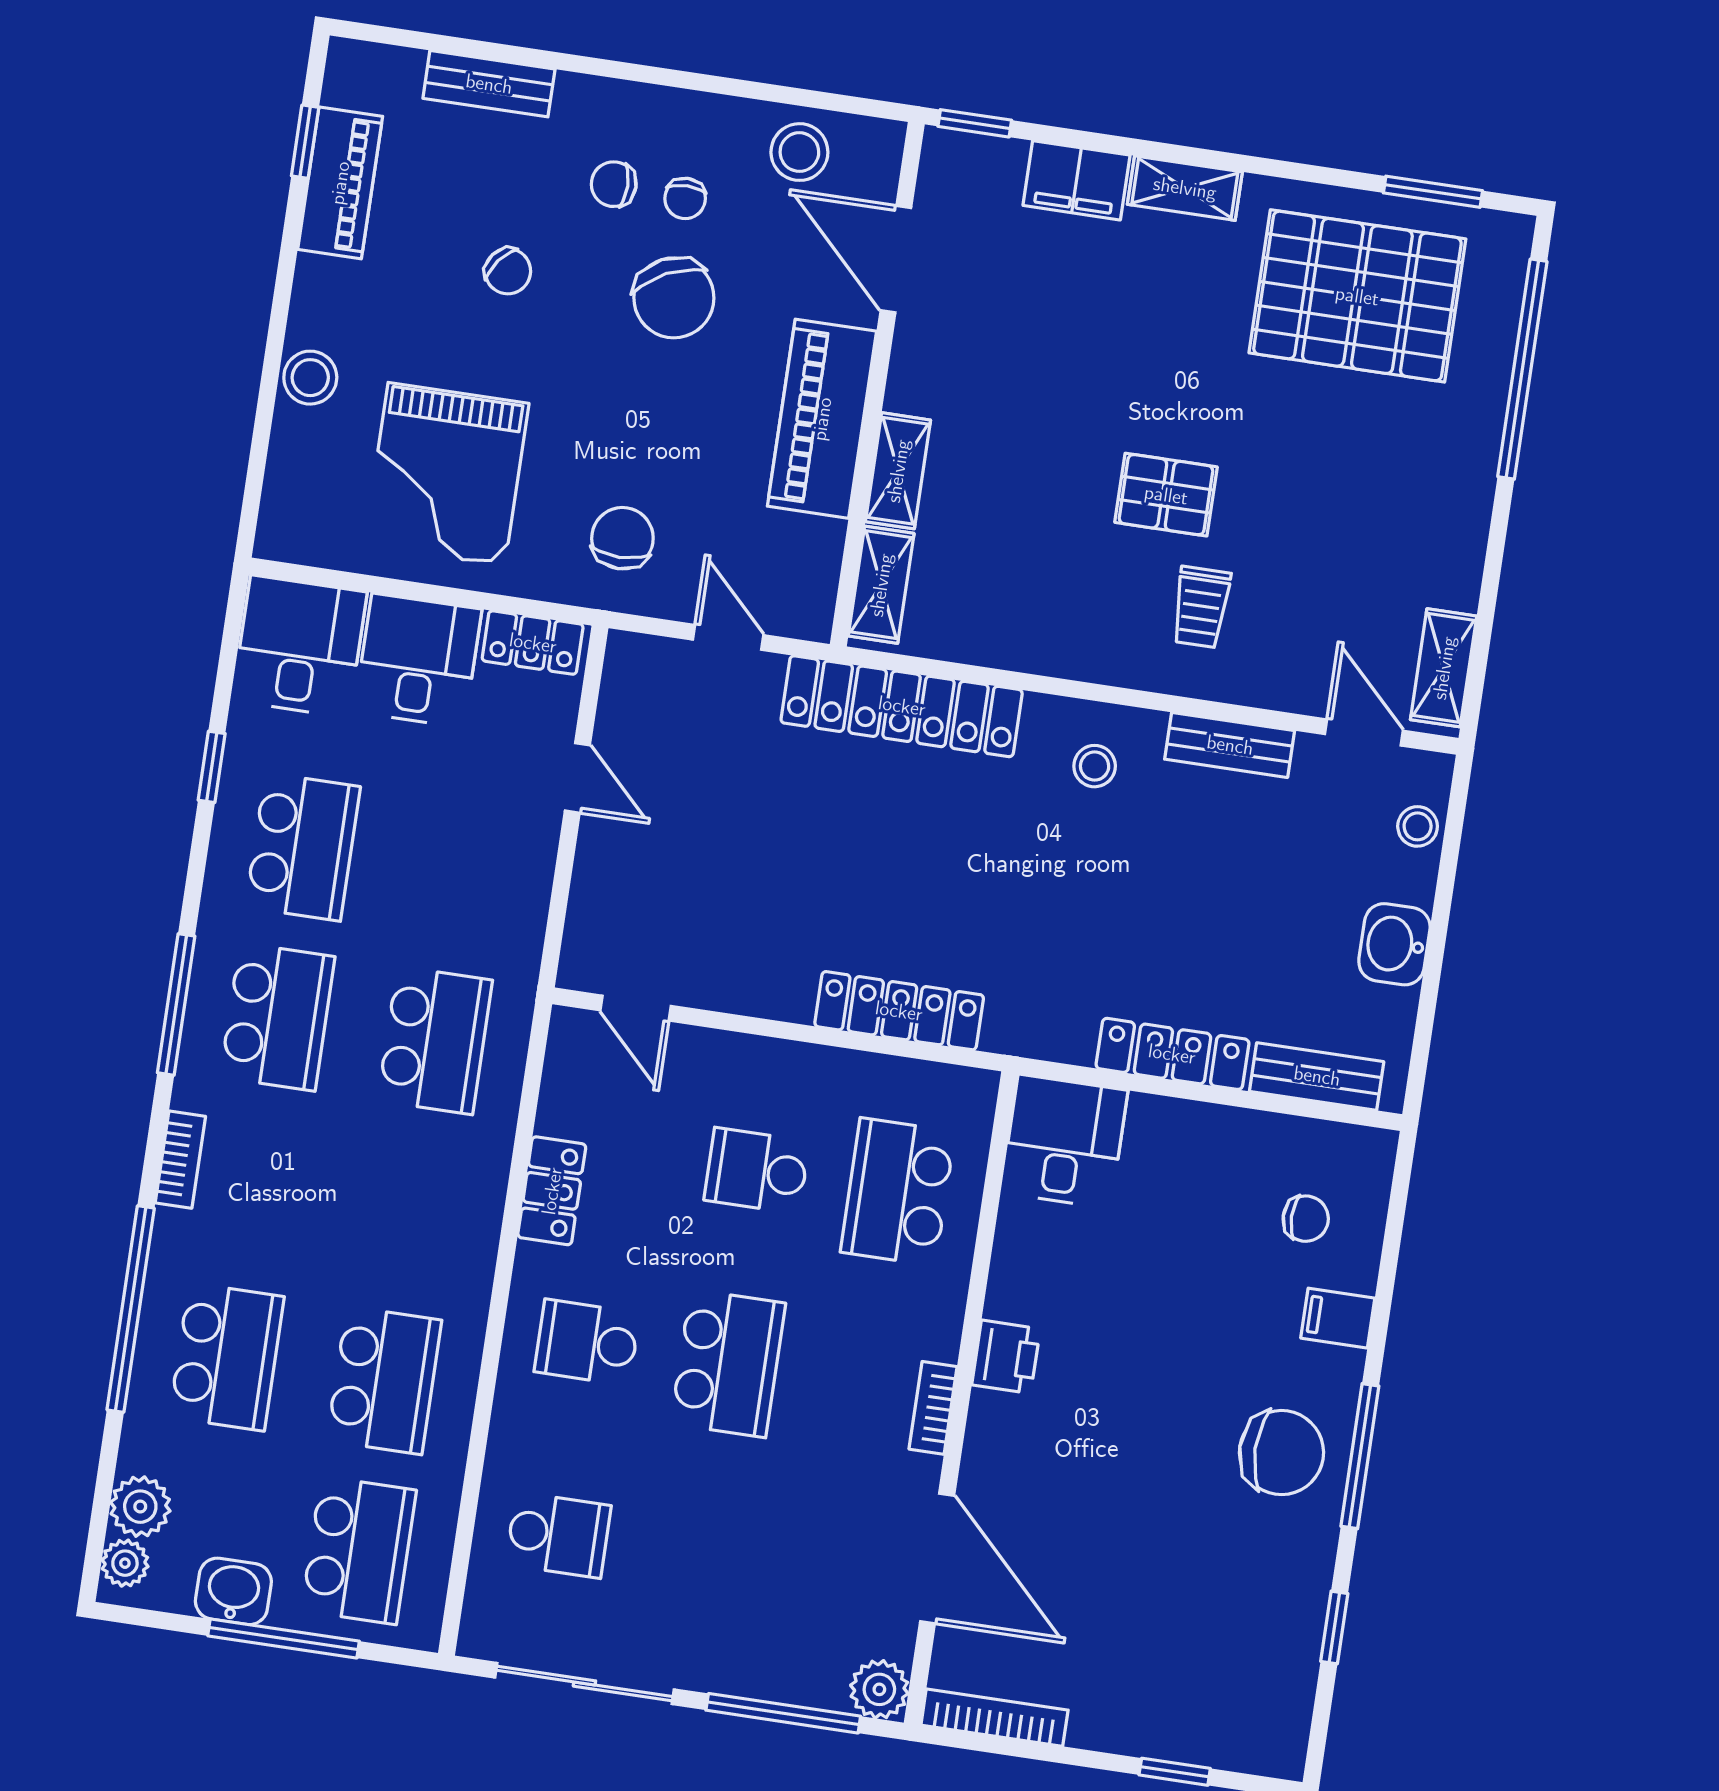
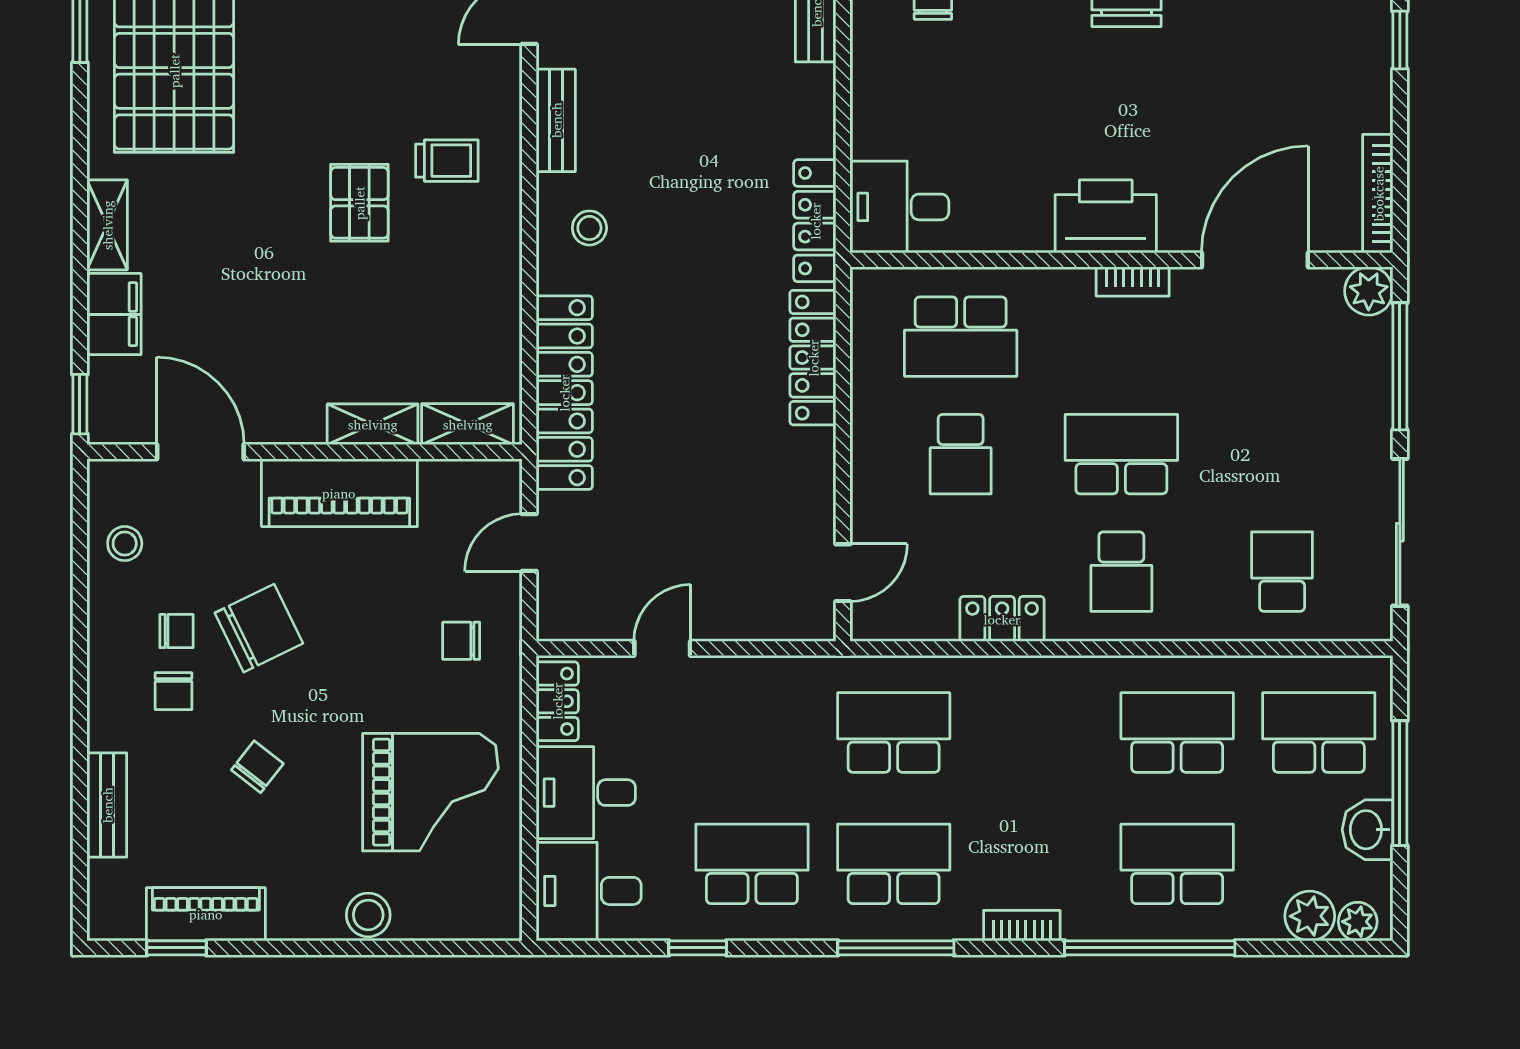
stool: (799, 152) -> (125, 544), width x0.73, depth x0.73
door: (896, 259) -> (200, 452), swing flipped
chair: (622, 538) -> (461, 641), width x0.73, depth x0.73
locker: (1172, 1054) -> (815, 221), moved
printer: (1006, 1357) -> (1106, 216), width x1.87, depth x1.48

